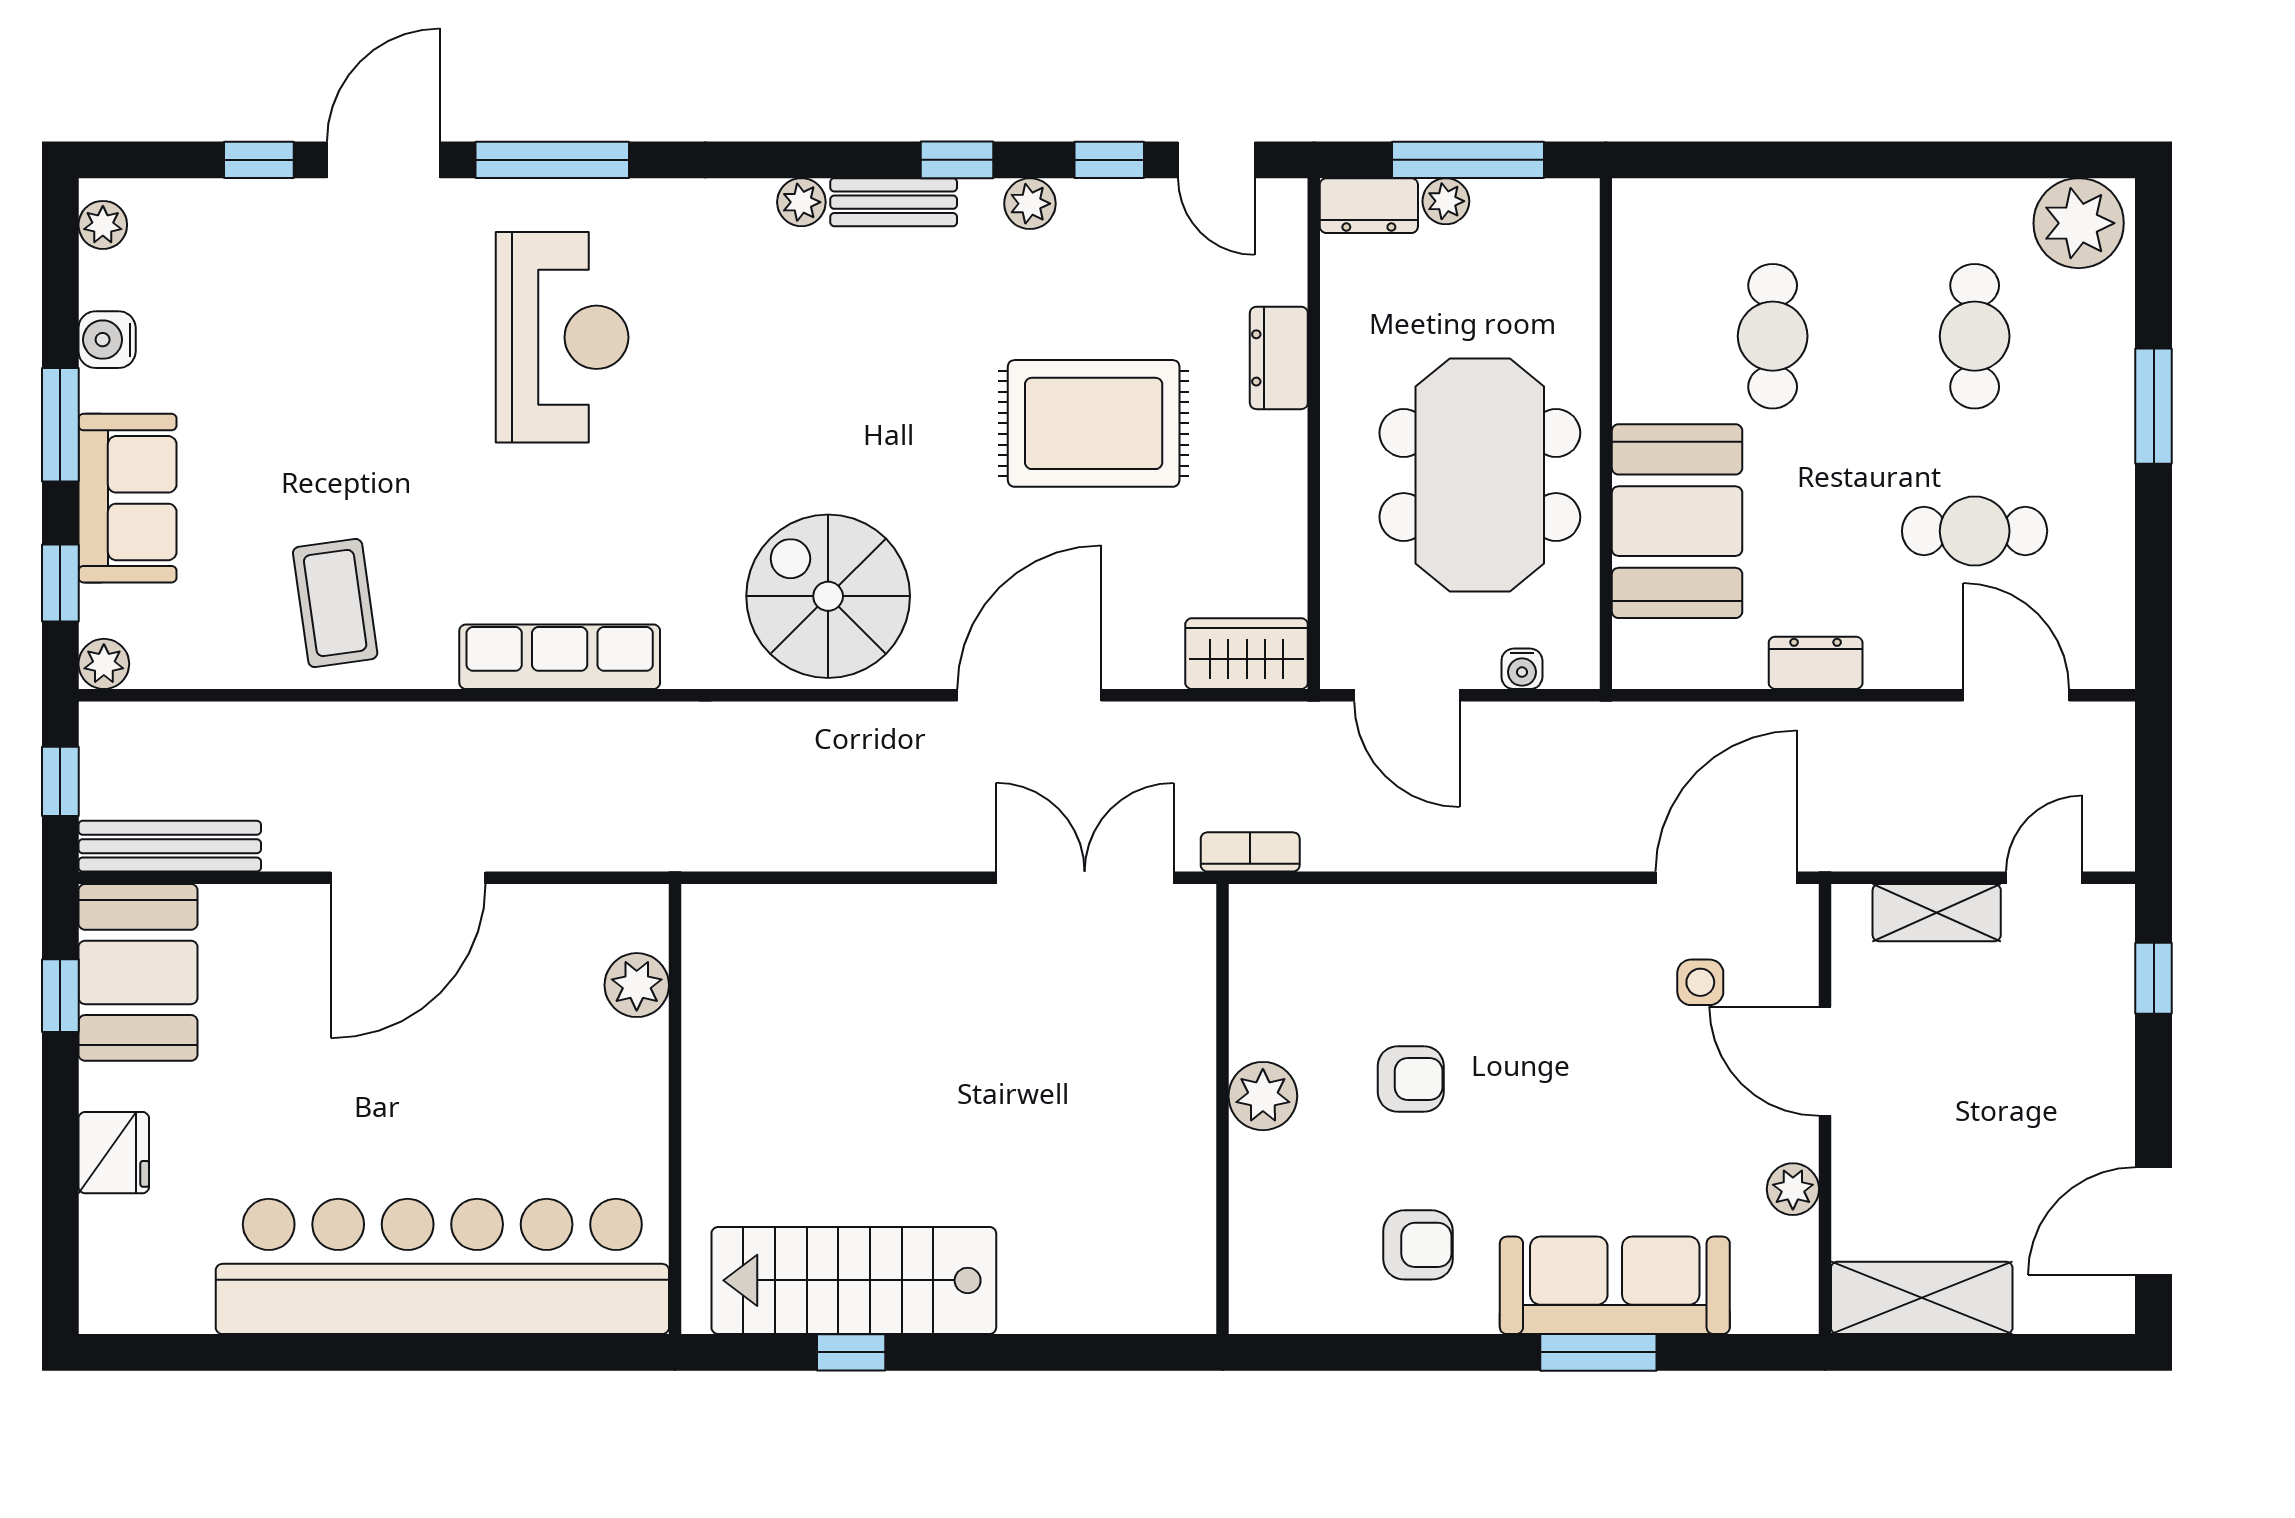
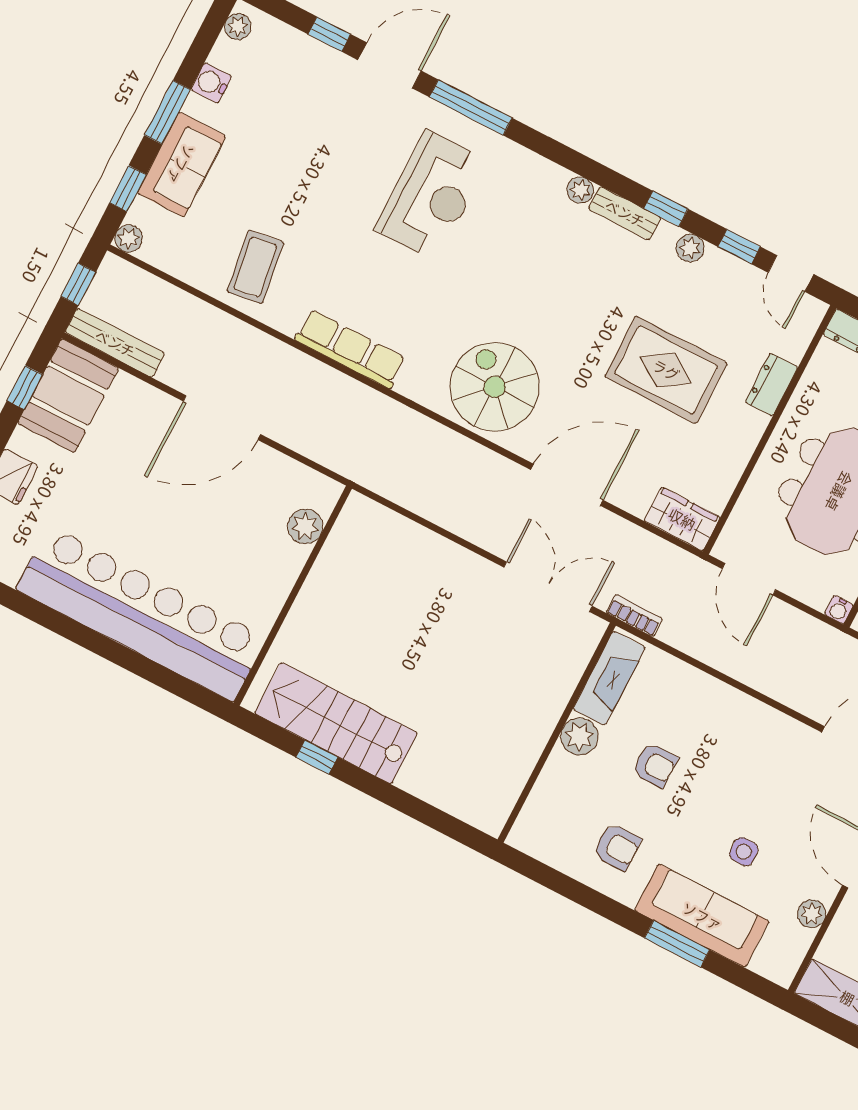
water cooler: (1522, 669) -> (839, 610), moved
fireplace: (1262, 975) -> (609, 678), added
side table: (1700, 982) -> (744, 852), moved

